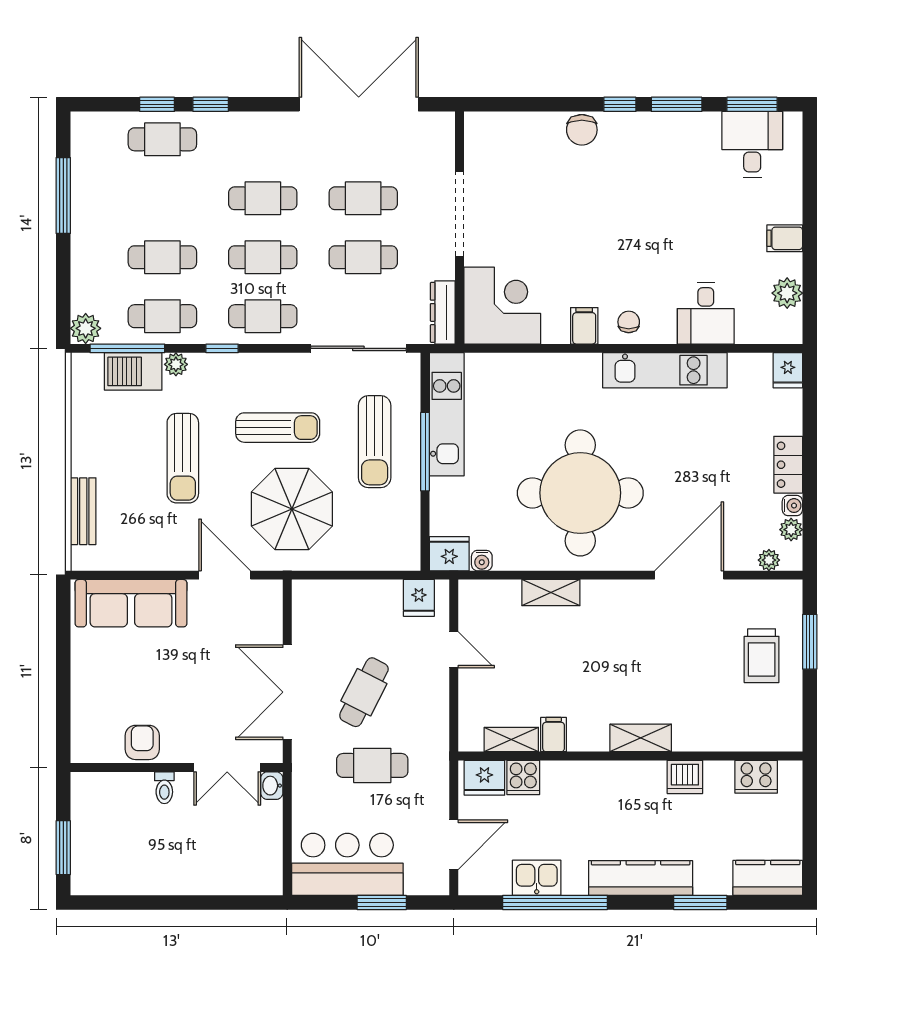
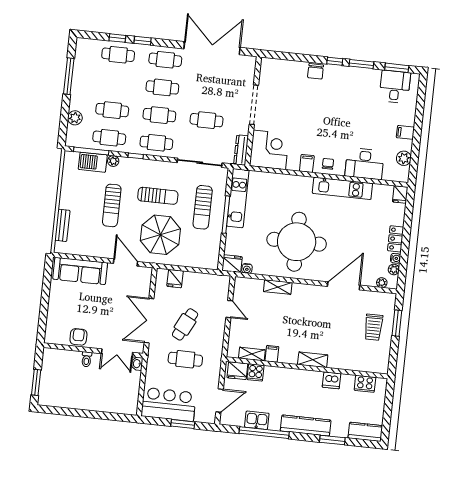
cafe table: (363, 198) -> (165, 60), moved
desk: (706, 313) -> (365, 164), width x1.37
plant: (86, 328) -> (75, 118), moved
fridge: (419, 598) -> (175, 279), moved

